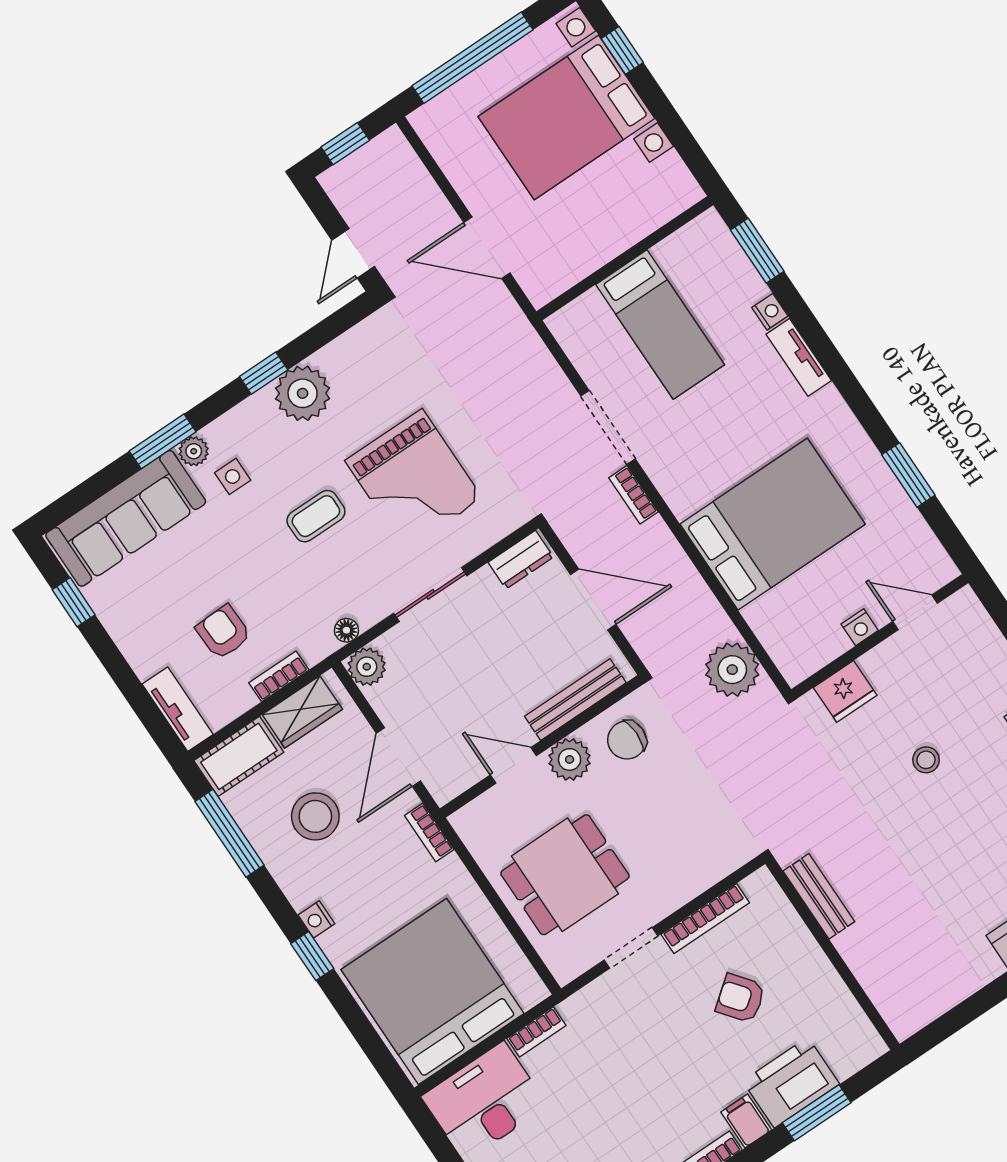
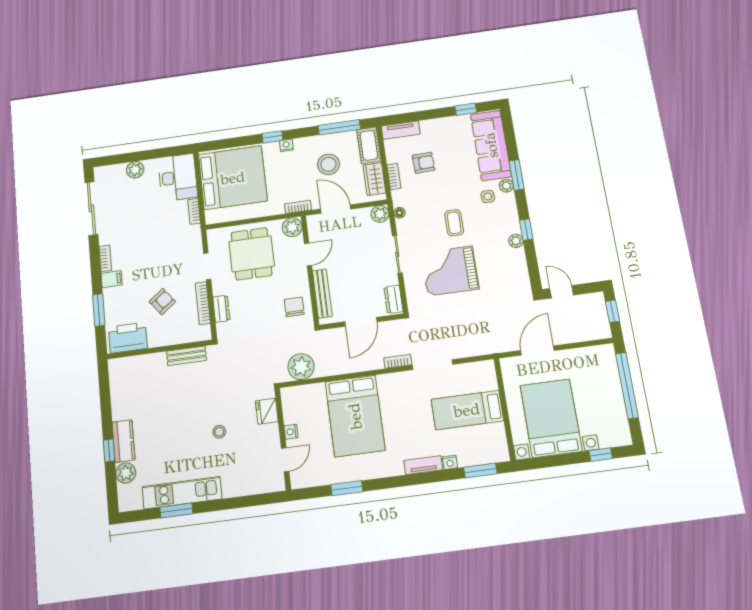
bed with nightstands: (566, 117) -> (551, 418), moved
plant: (303, 393) -> (516, 241), width x0.53, depth x0.53
plant: (570, 759) -> (292, 227), moved
dresser: (698, 877) -> (221, 309), added
printer: (791, 1083) -> (128, 338), moved, turned -90

